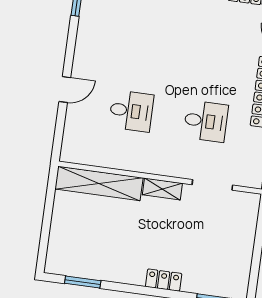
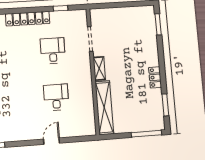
door: (65, 89) -> (52, 141), hinge flipped
window: (44, 241) -> (146, 134), added
locker: (164, 280) -> (155, 77), moved

